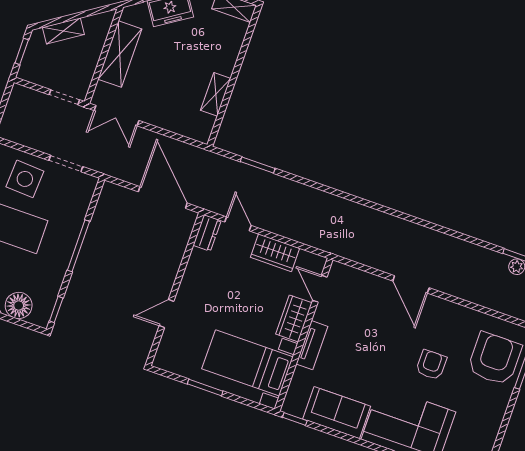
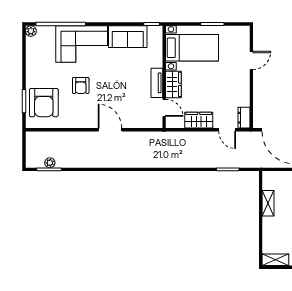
tv unit: (312, 345) -> (157, 83), moved

